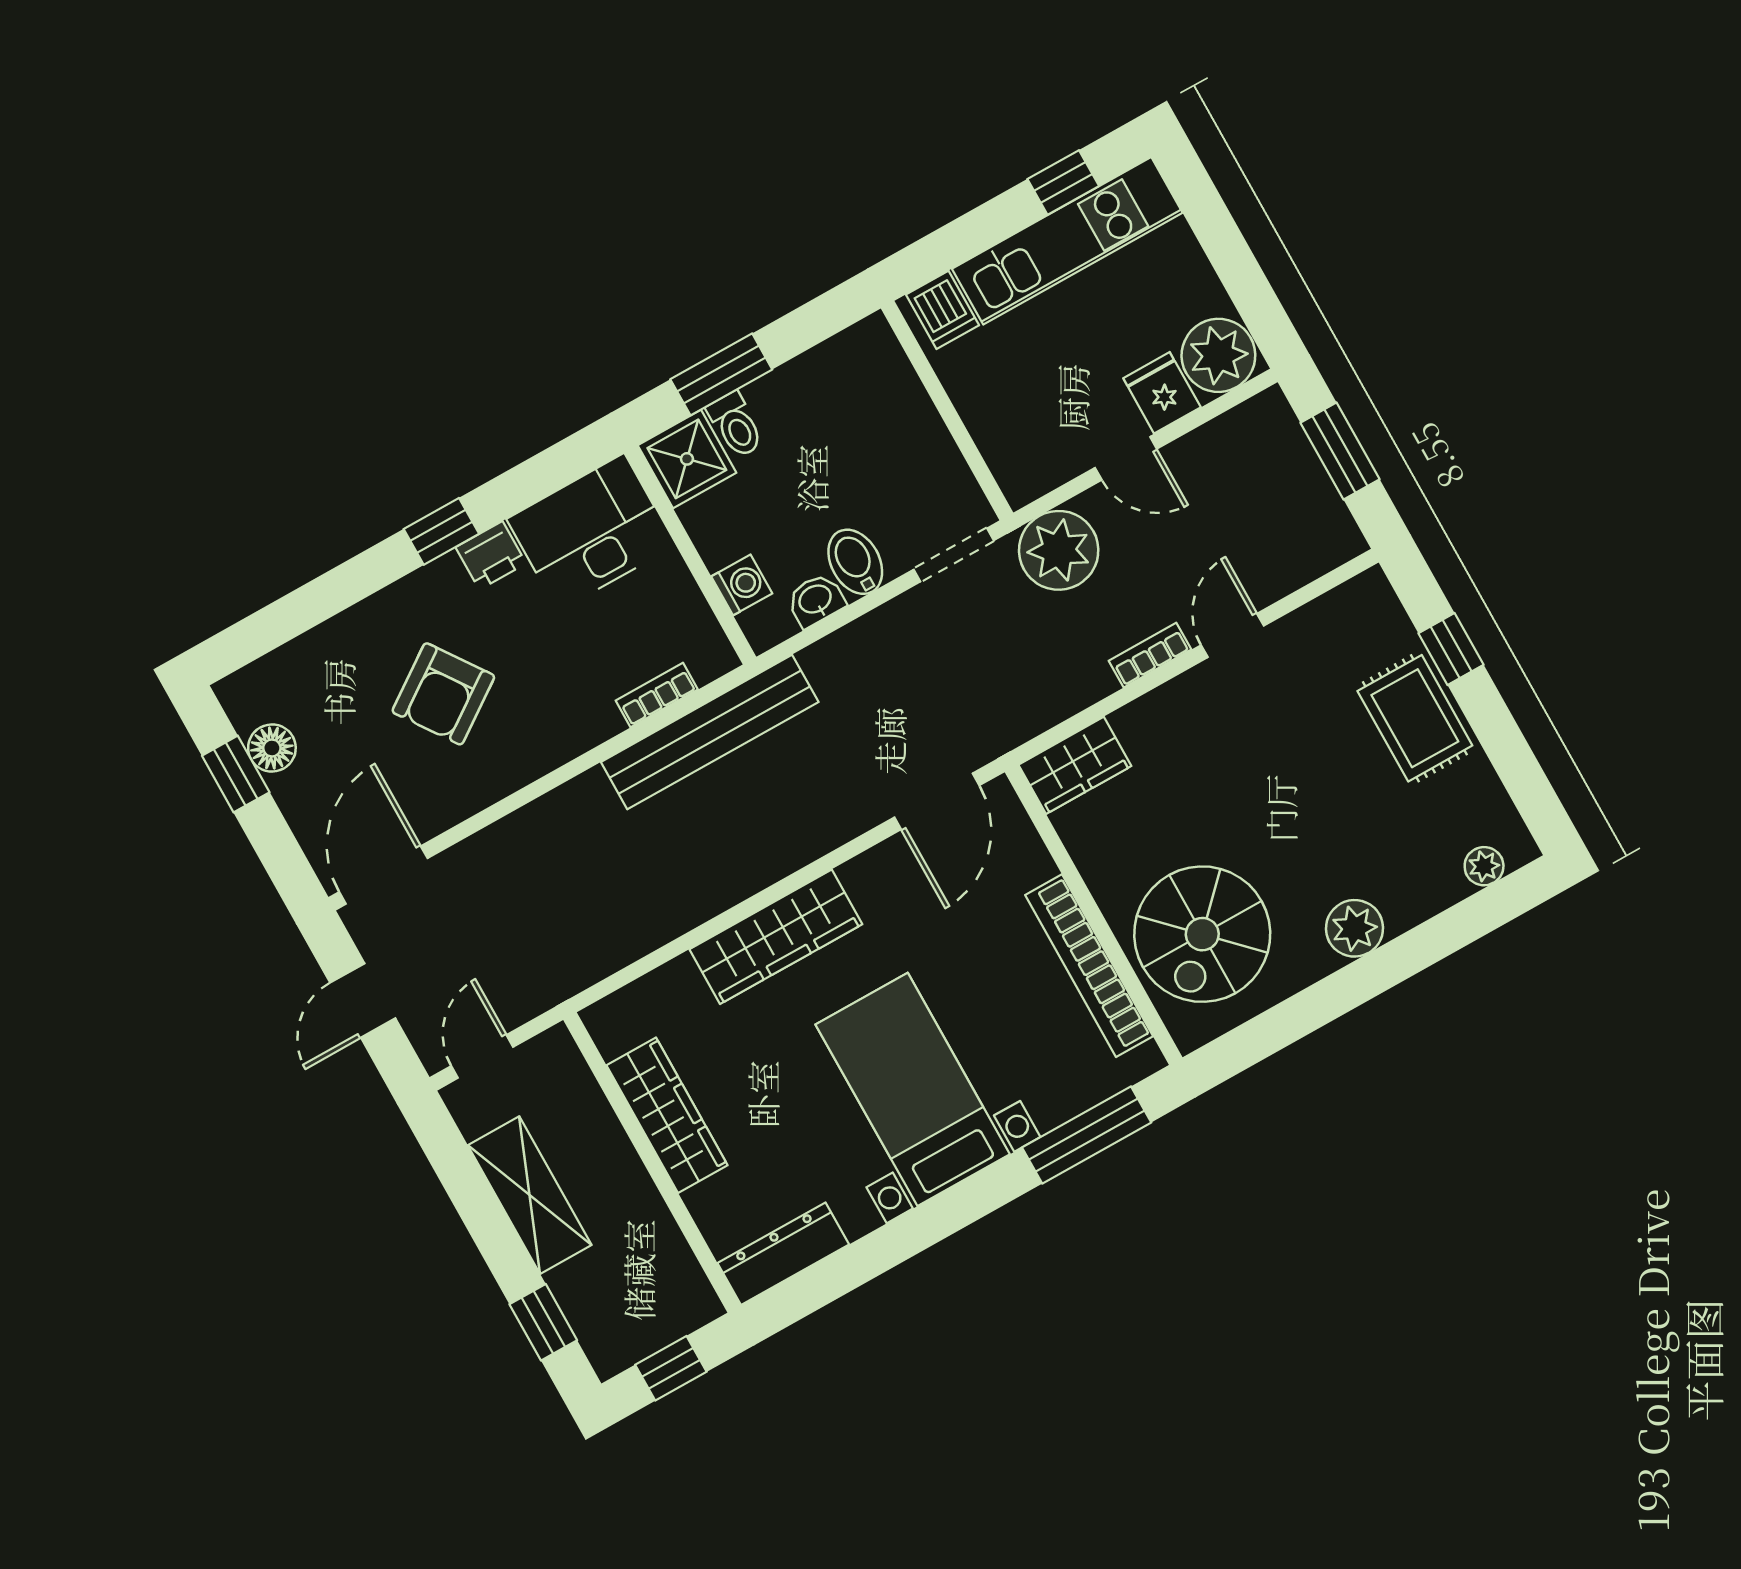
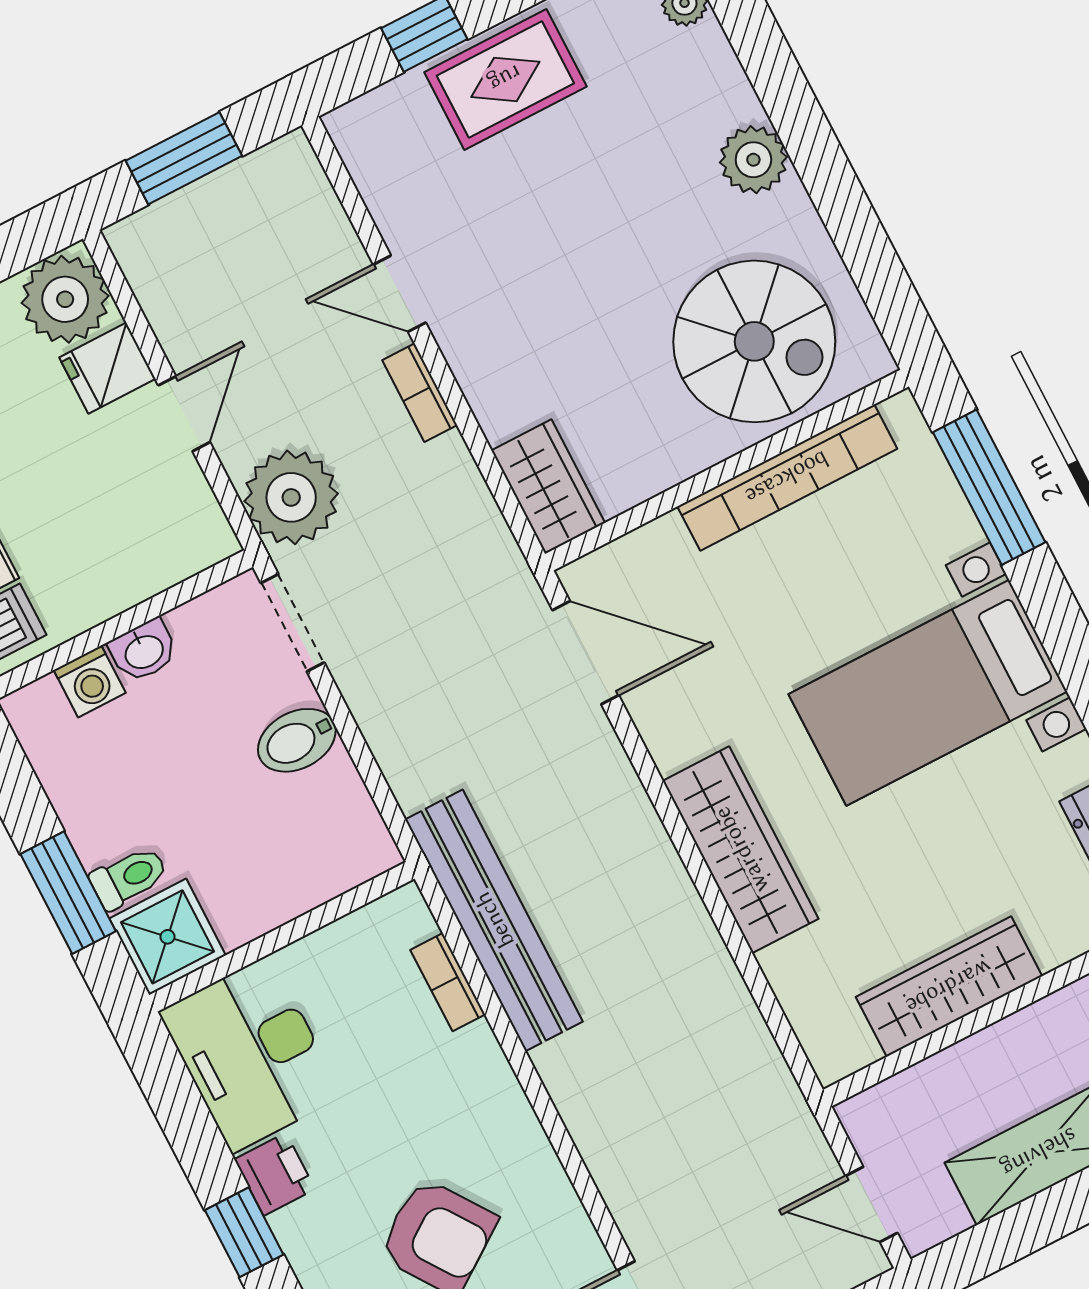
washing machine: (742, 585) -> (90, 681), moved, turned 180
washbasin: (816, 600) -> (144, 651), moved, turned -90

